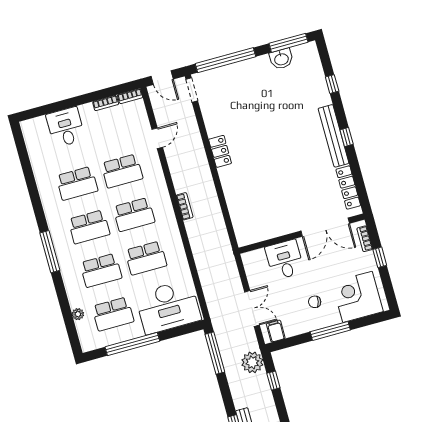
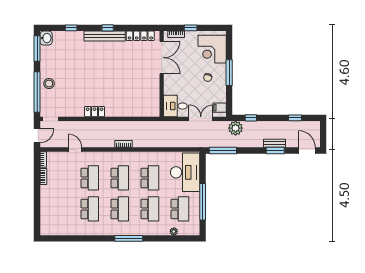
washbasin: (281, 59) -> (46, 38), moved
stool: (242, 74) -> (49, 84), added
desk: (66, 127) -> (52, 206), removed
desk: (285, 260) -> (175, 106), moved

